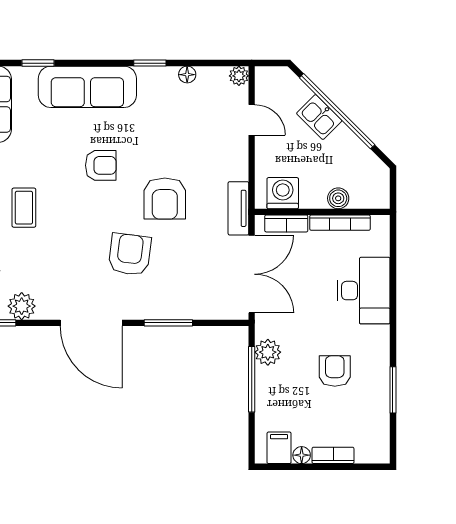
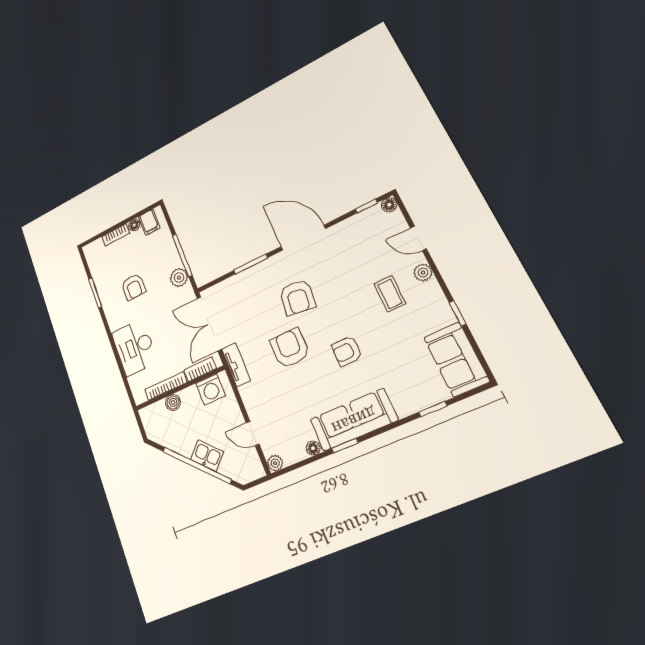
sofa: (87, 87) -> (354, 420), moved
plant: (22, 306) -> (358, 224), removed

